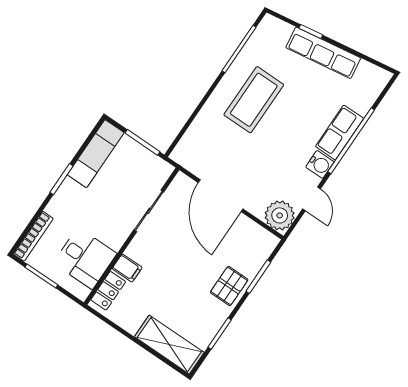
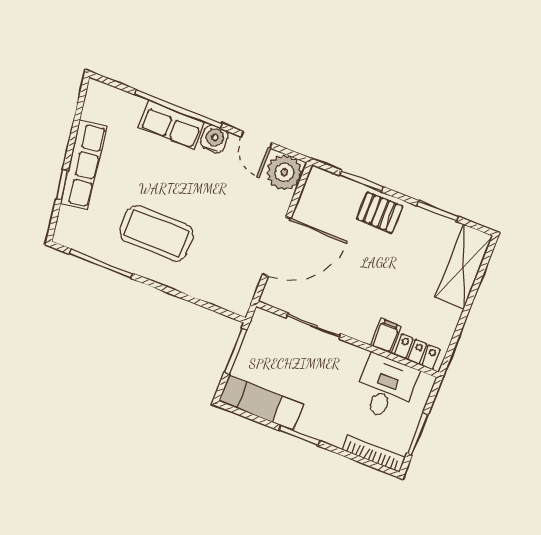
door: (311, 199) -> (256, 140), swing flipped

